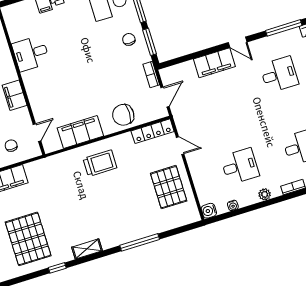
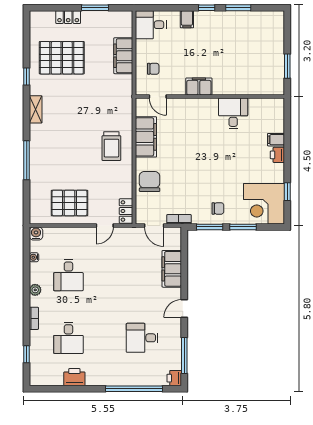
filing cabinet: (214, 63) -> (172, 269), moved
desk: (279, 75) -> (142, 338), turned 90
locker: (153, 131) -> (126, 211), width x0.66

